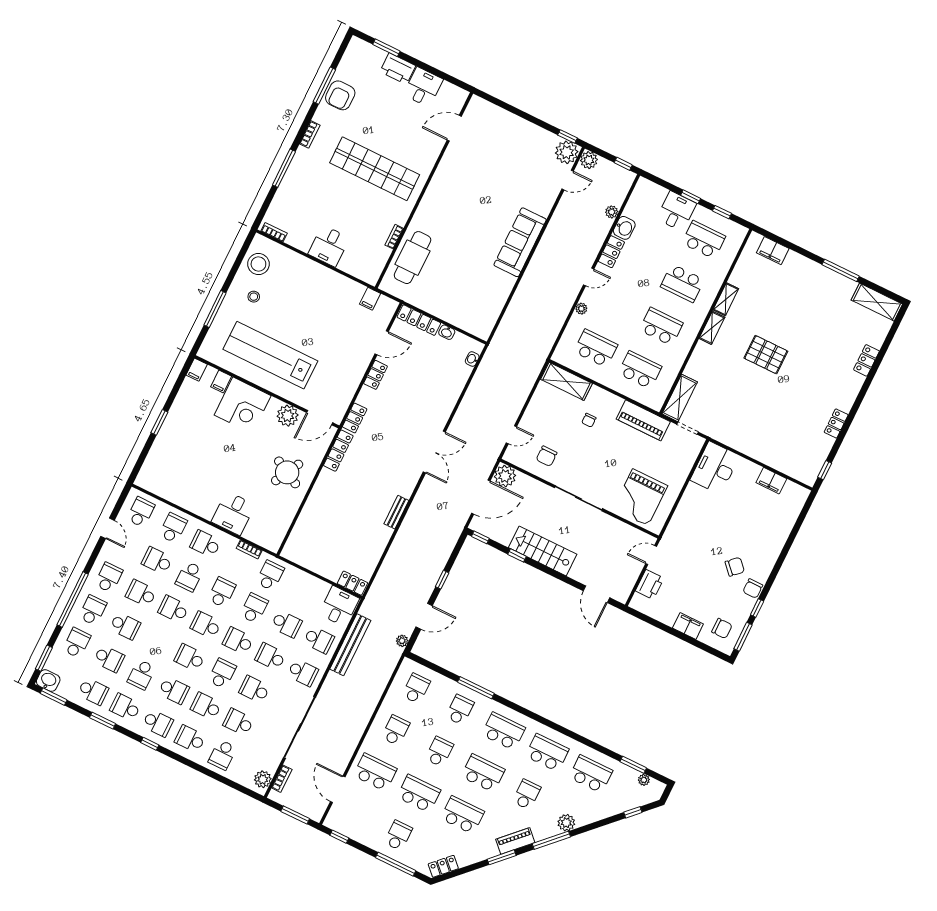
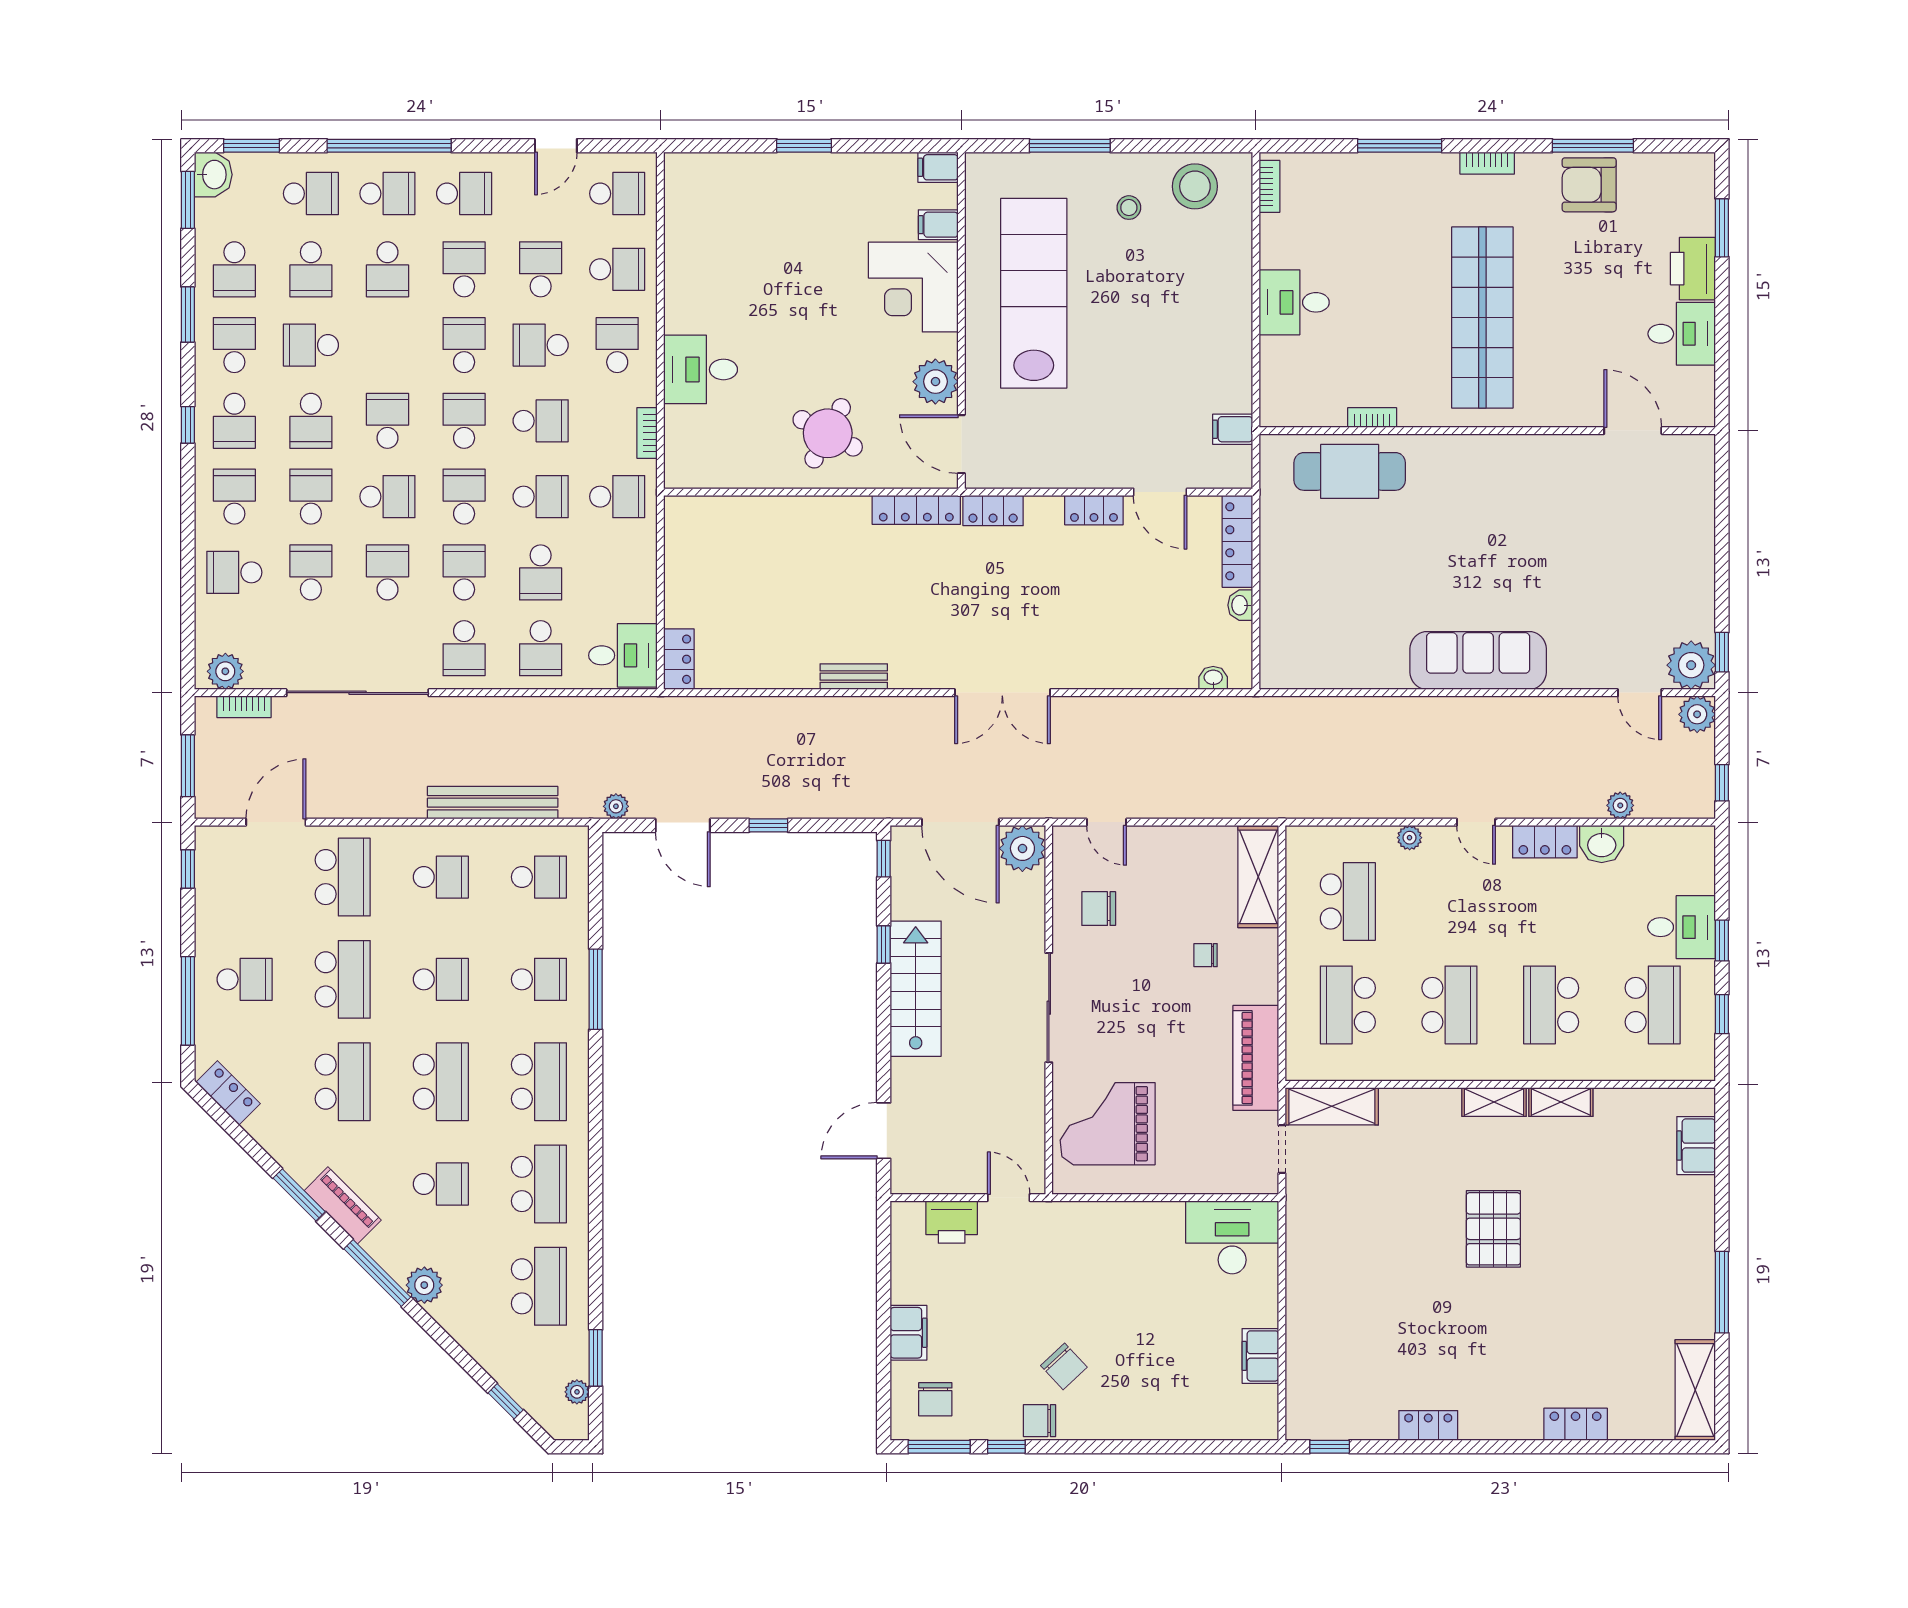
school desk: (640, 370) -> (1348, 1005), turned 180
bench: (350, 645) -> (493, 803), moved

